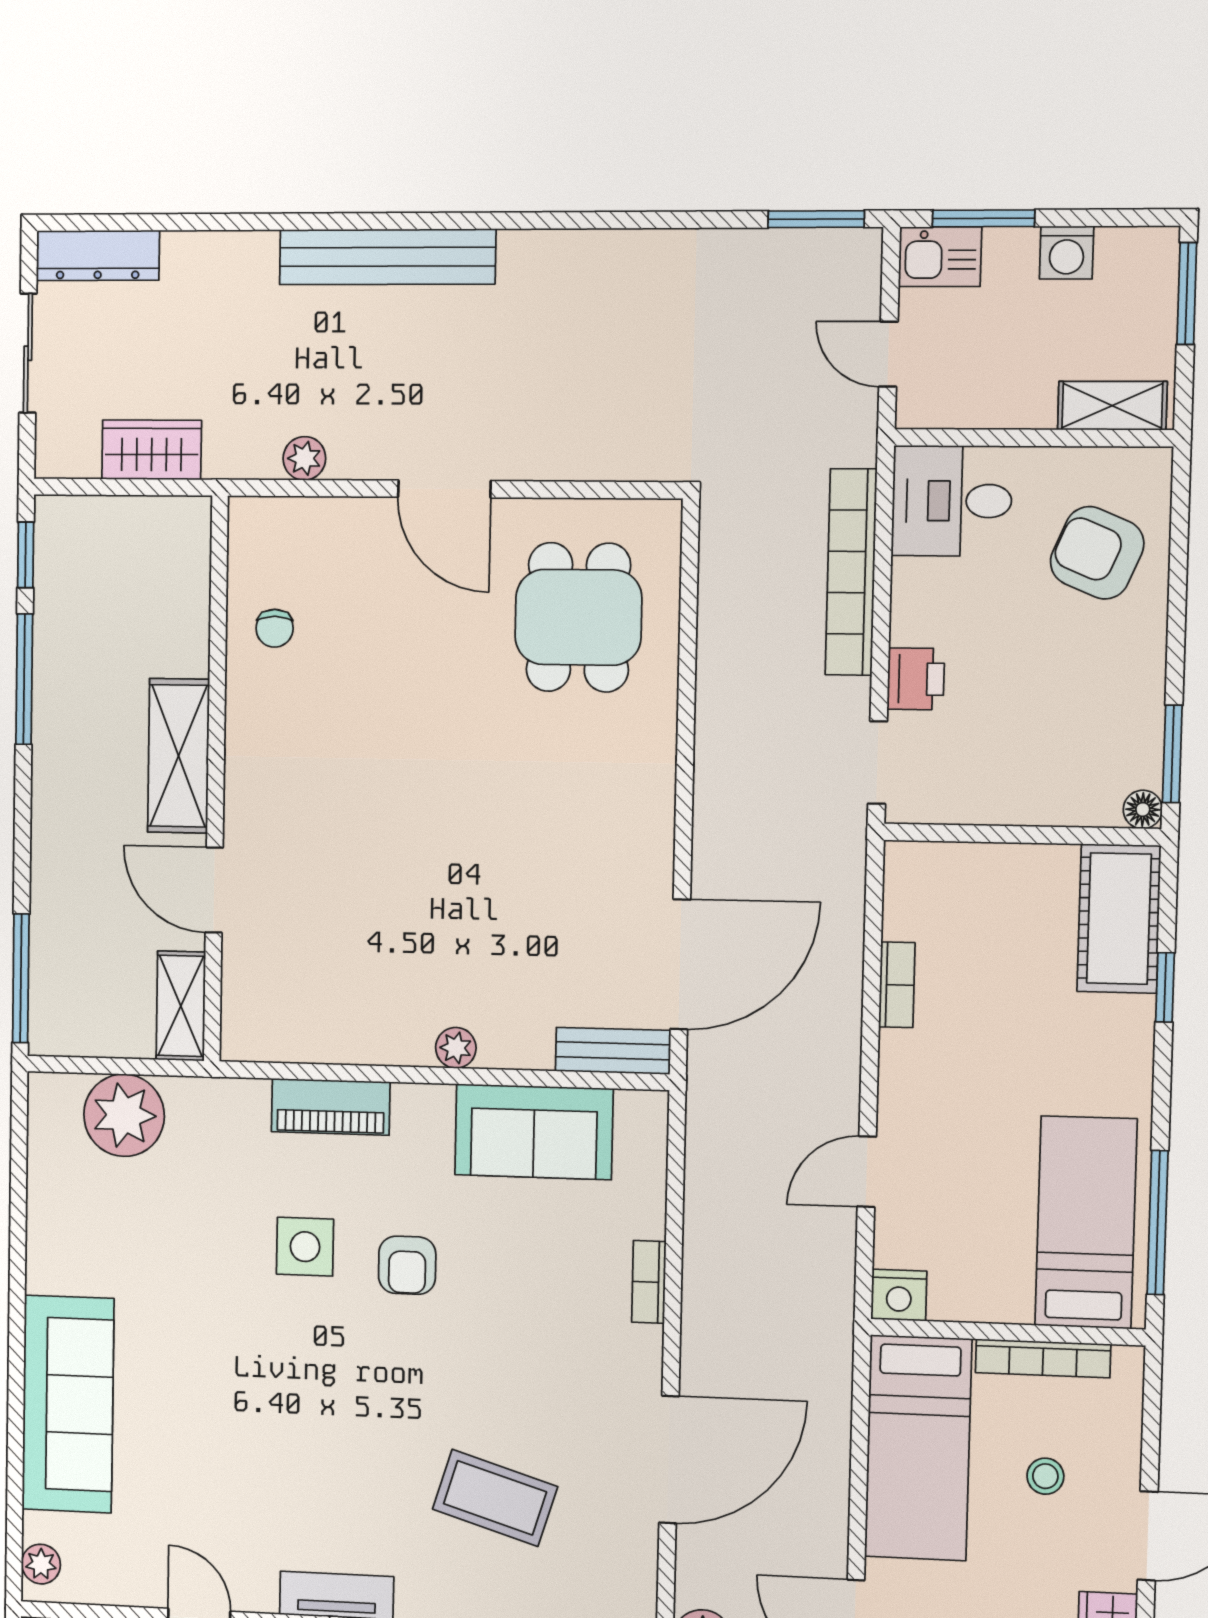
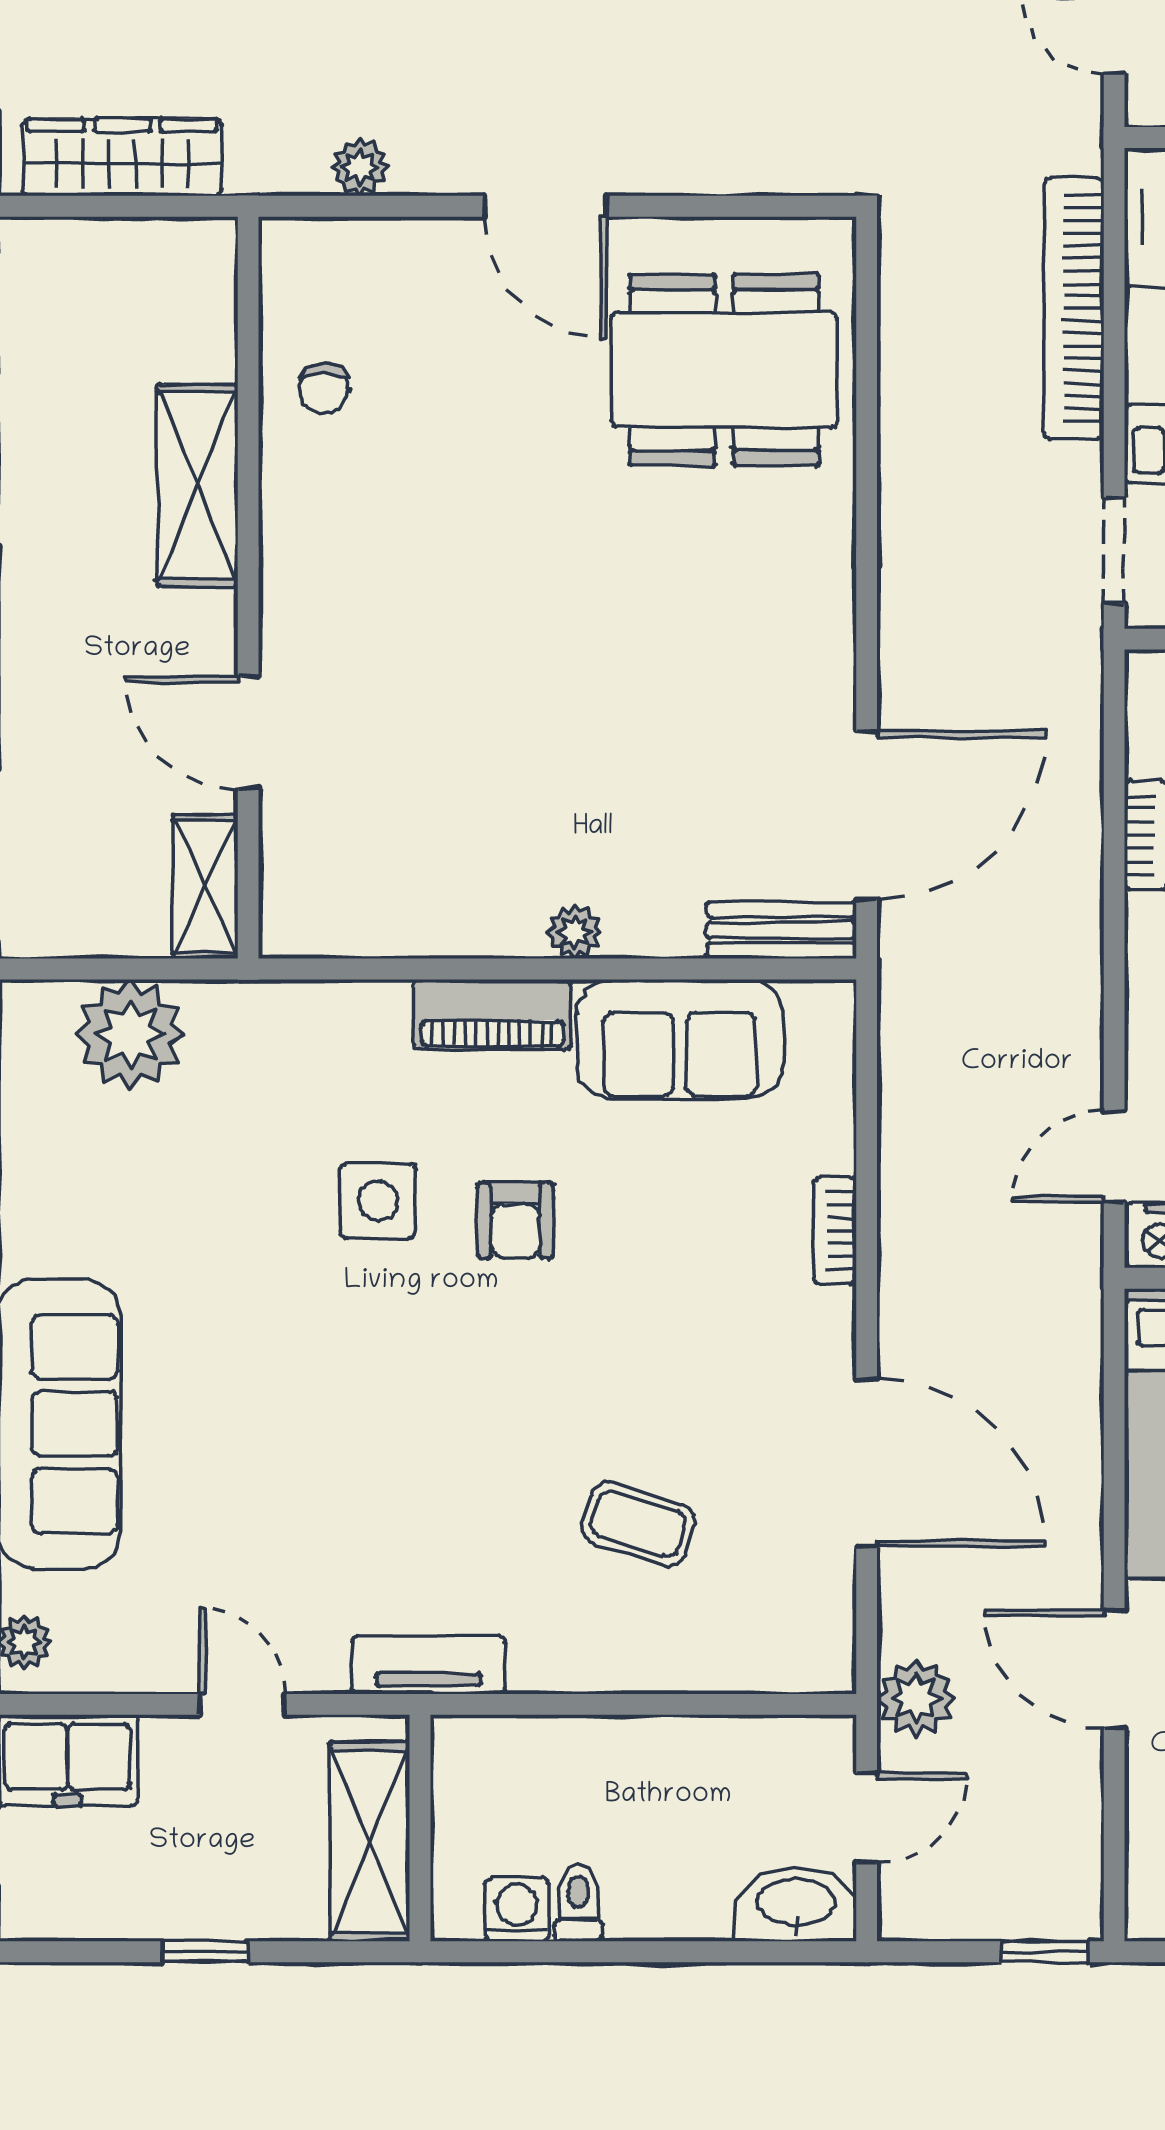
wardrobe: (152, 450) -> (122, 157), width x1.50
dining table: (578, 617) -> (724, 370), width x1.37
shelving: (178, 756) -> (198, 485), moved
piano: (331, 1107) -> (492, 1015), moved
door: (867, 1172) -> (1114, 1157), moved
door: (669, 1460) -> (867, 1463), hinge flipped
coffee table: (495, 1498) -> (638, 1524), width x0.73, depth x0.77

